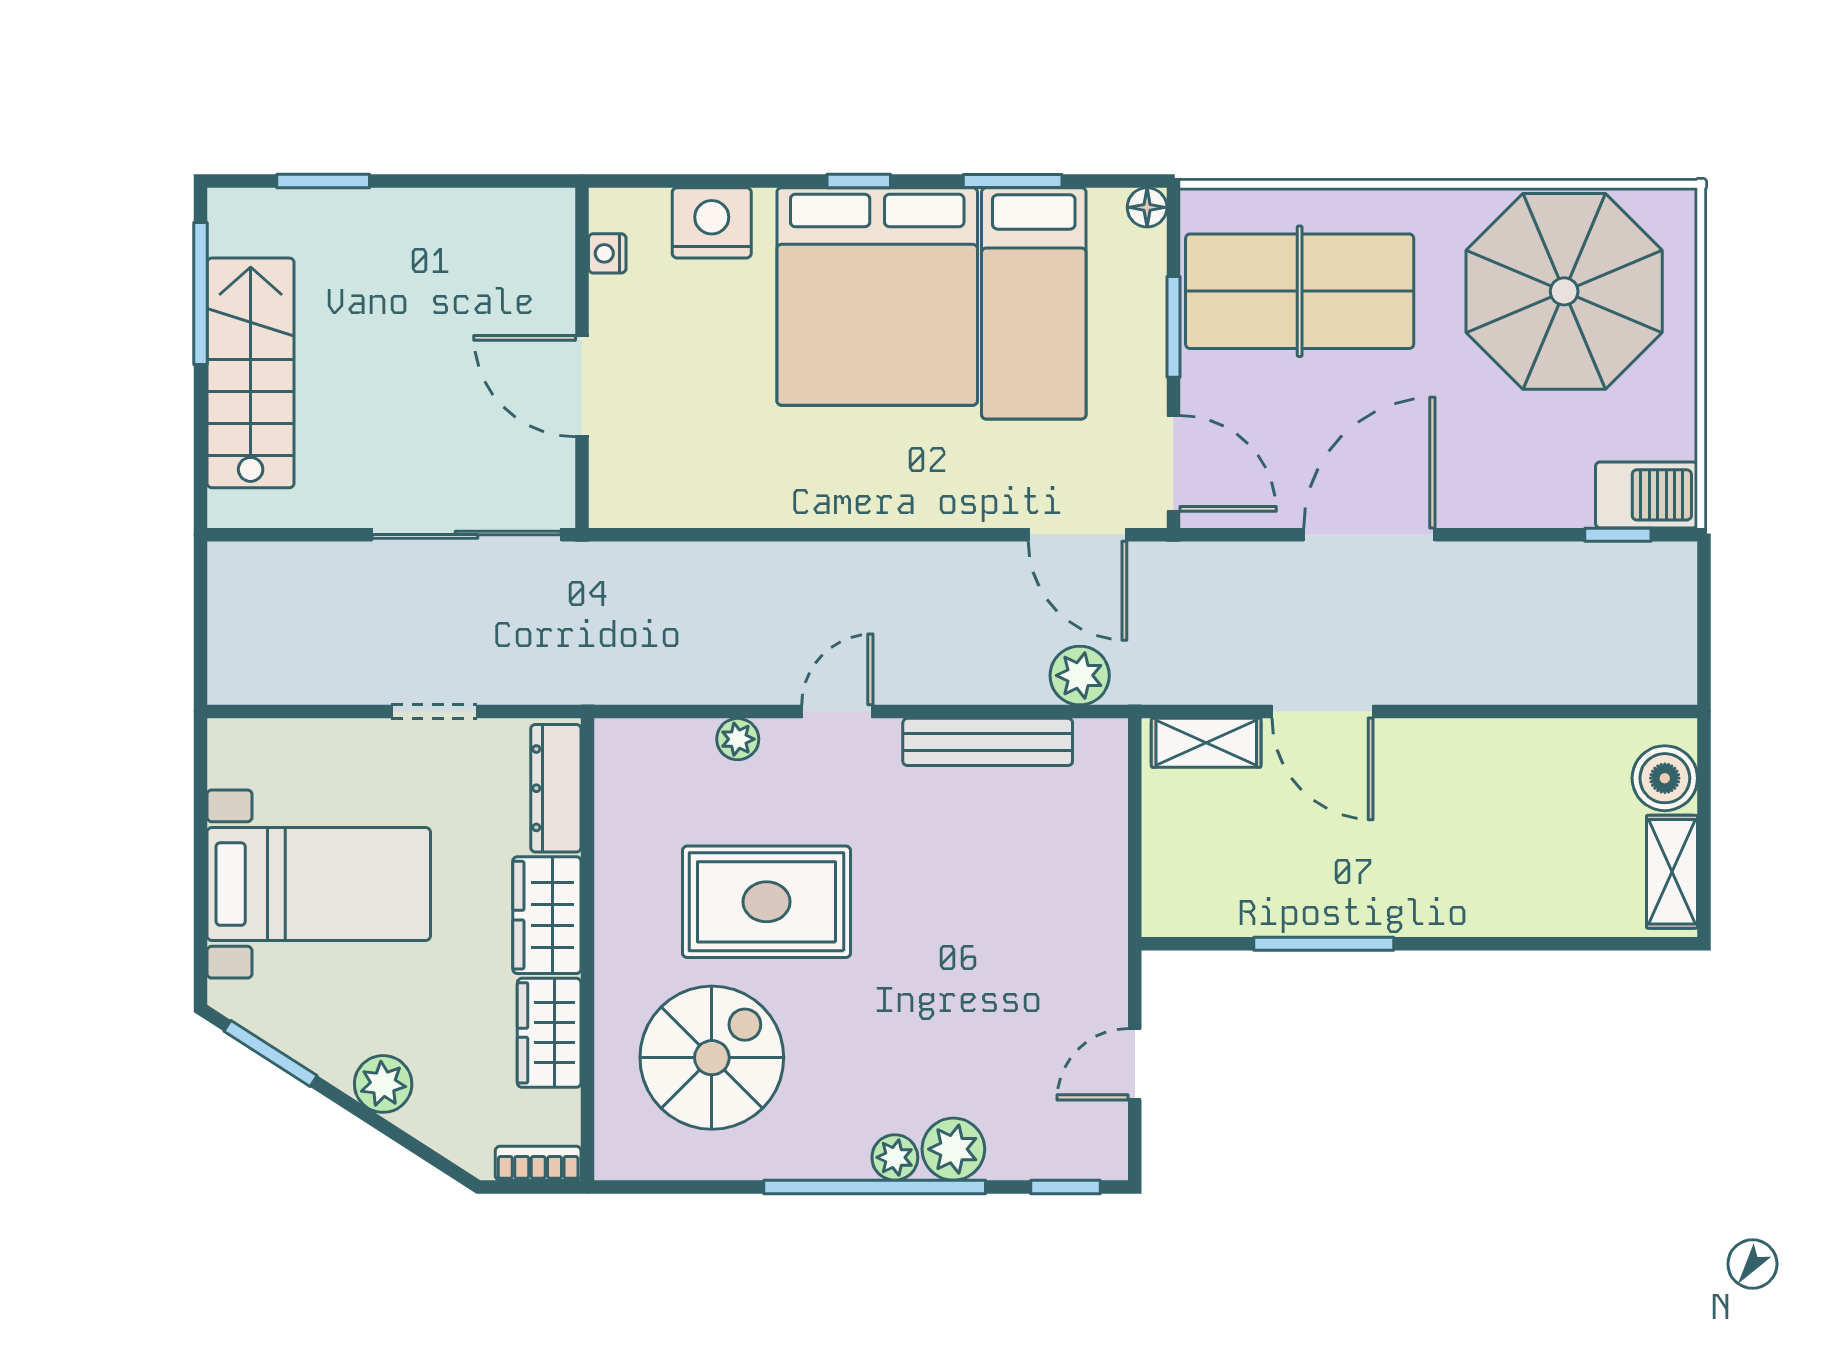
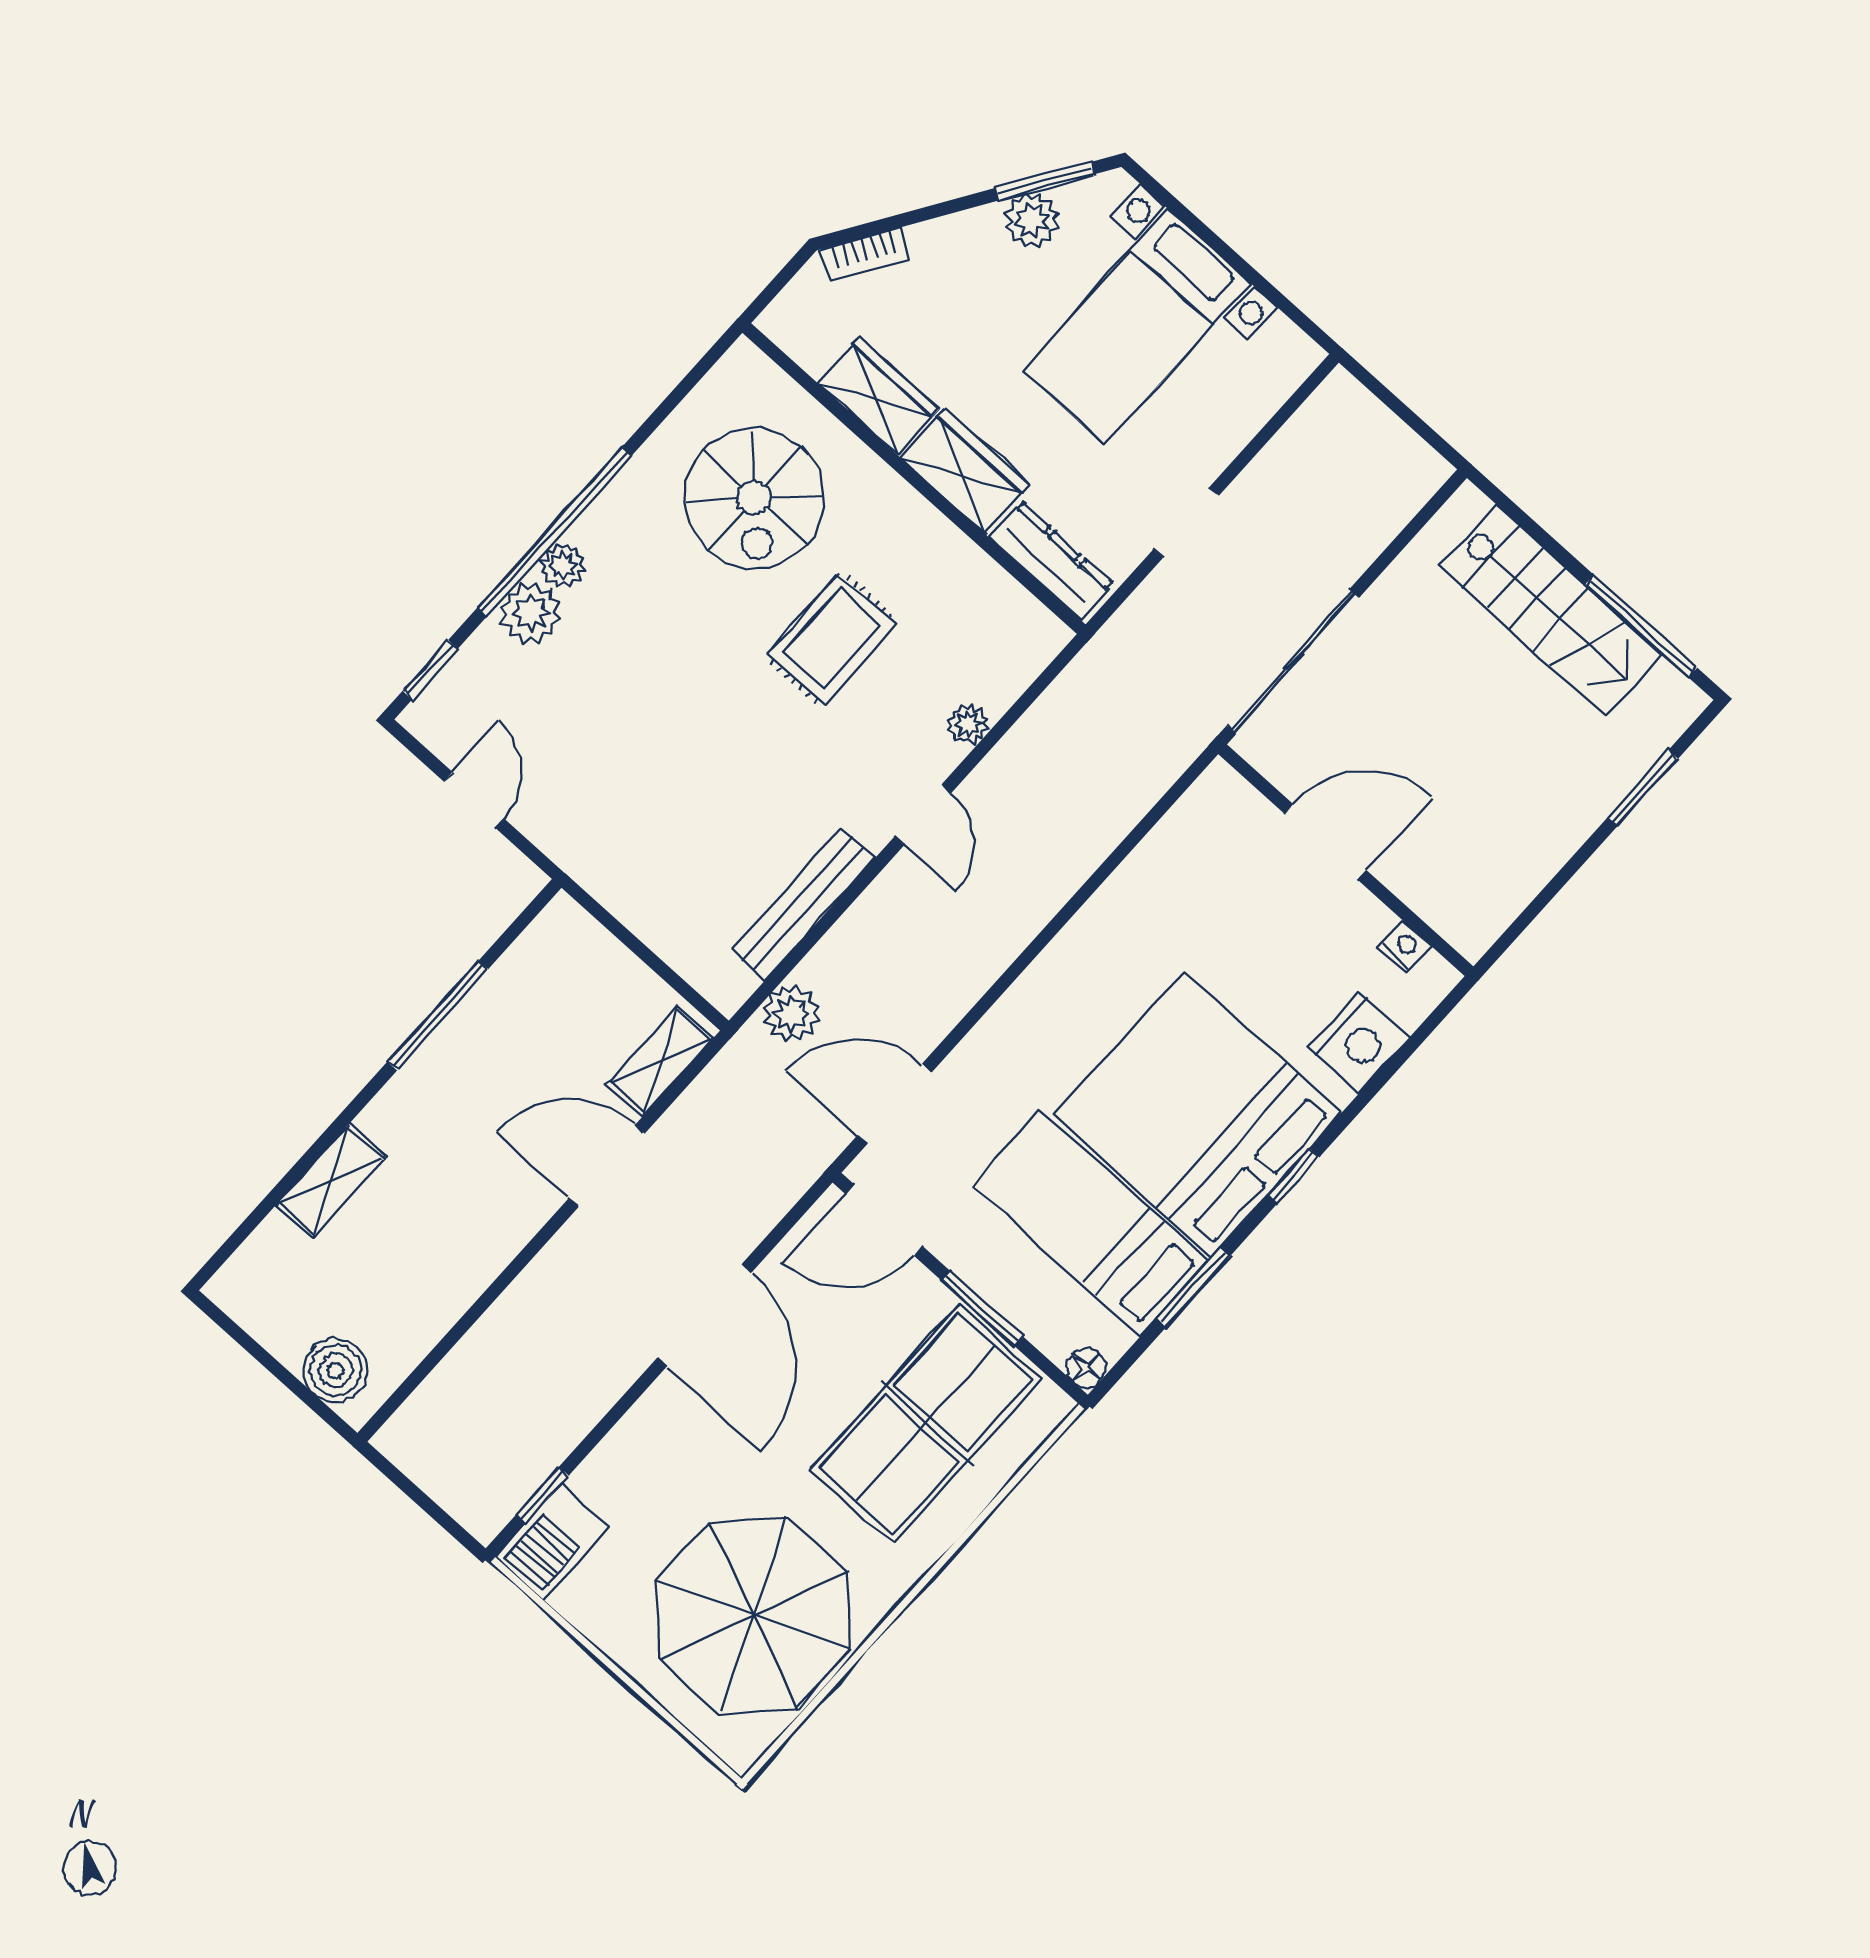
shelving: (1672, 872) -> (331, 1181), moved, turned 90
rug: (766, 902) -> (832, 639), width x0.73, depth x0.70
plant: (383, 1084) -> (1032, 220), moved
bookcase: (538, 1163) -> (865, 254), moved, turned 33

